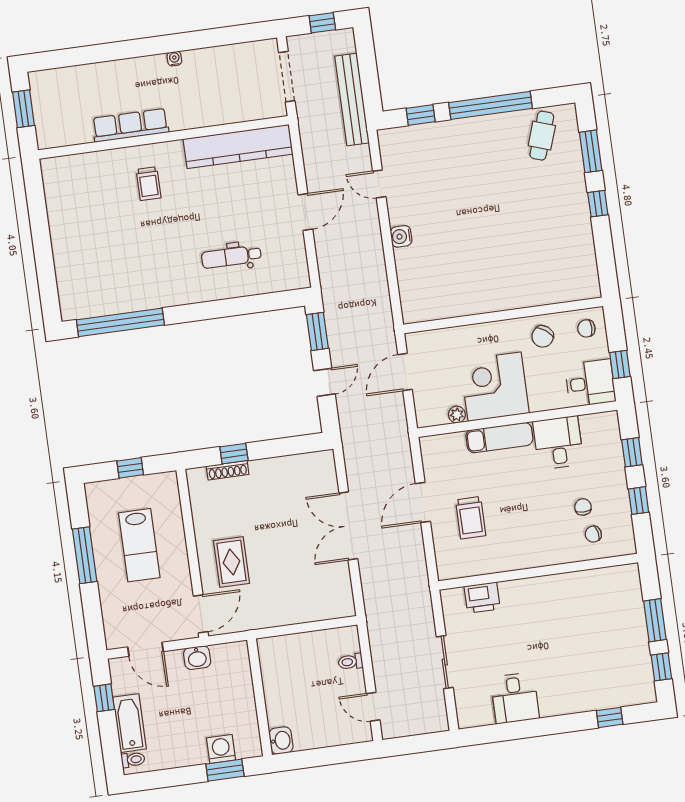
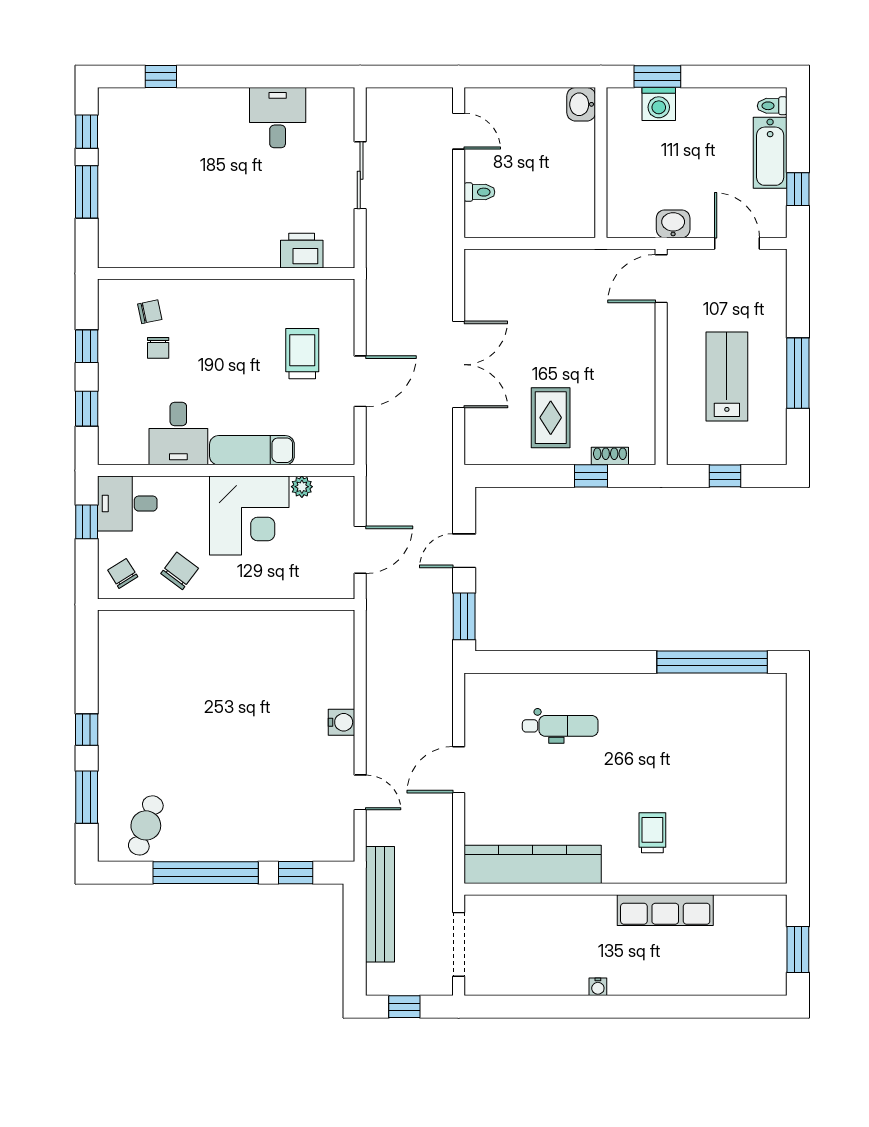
chair: (586, 328) -> (123, 573), turned -122
shoe rack: (228, 470) -> (610, 456), width x0.70
rug: (231, 562) -> (551, 418), moved

